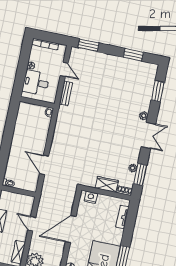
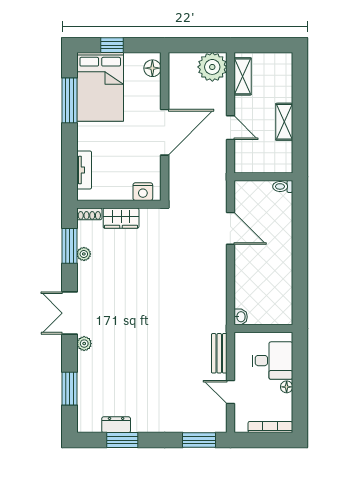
dresser: (135, 64) -> (116, 425), added

